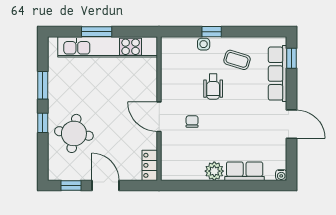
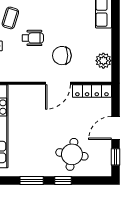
chair: (192, 121) -> (62, 56), width x1.87, depth x1.87
locker: (150, 165) -> (92, 91), width x1.53
plant: (214, 171) -> (103, 61), moved

